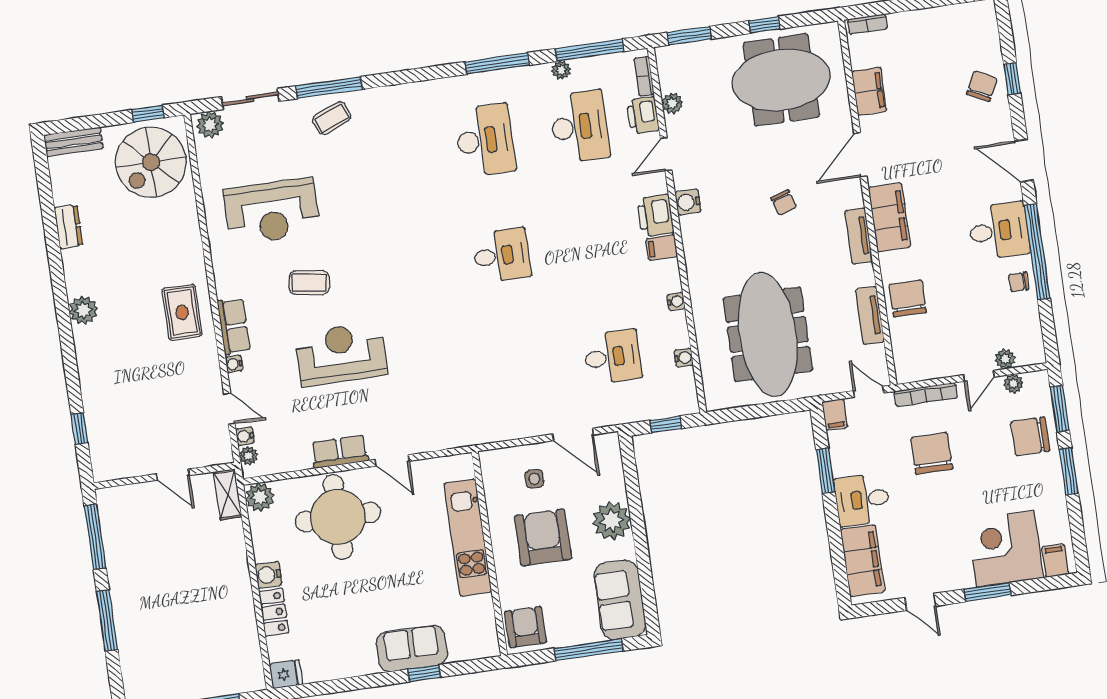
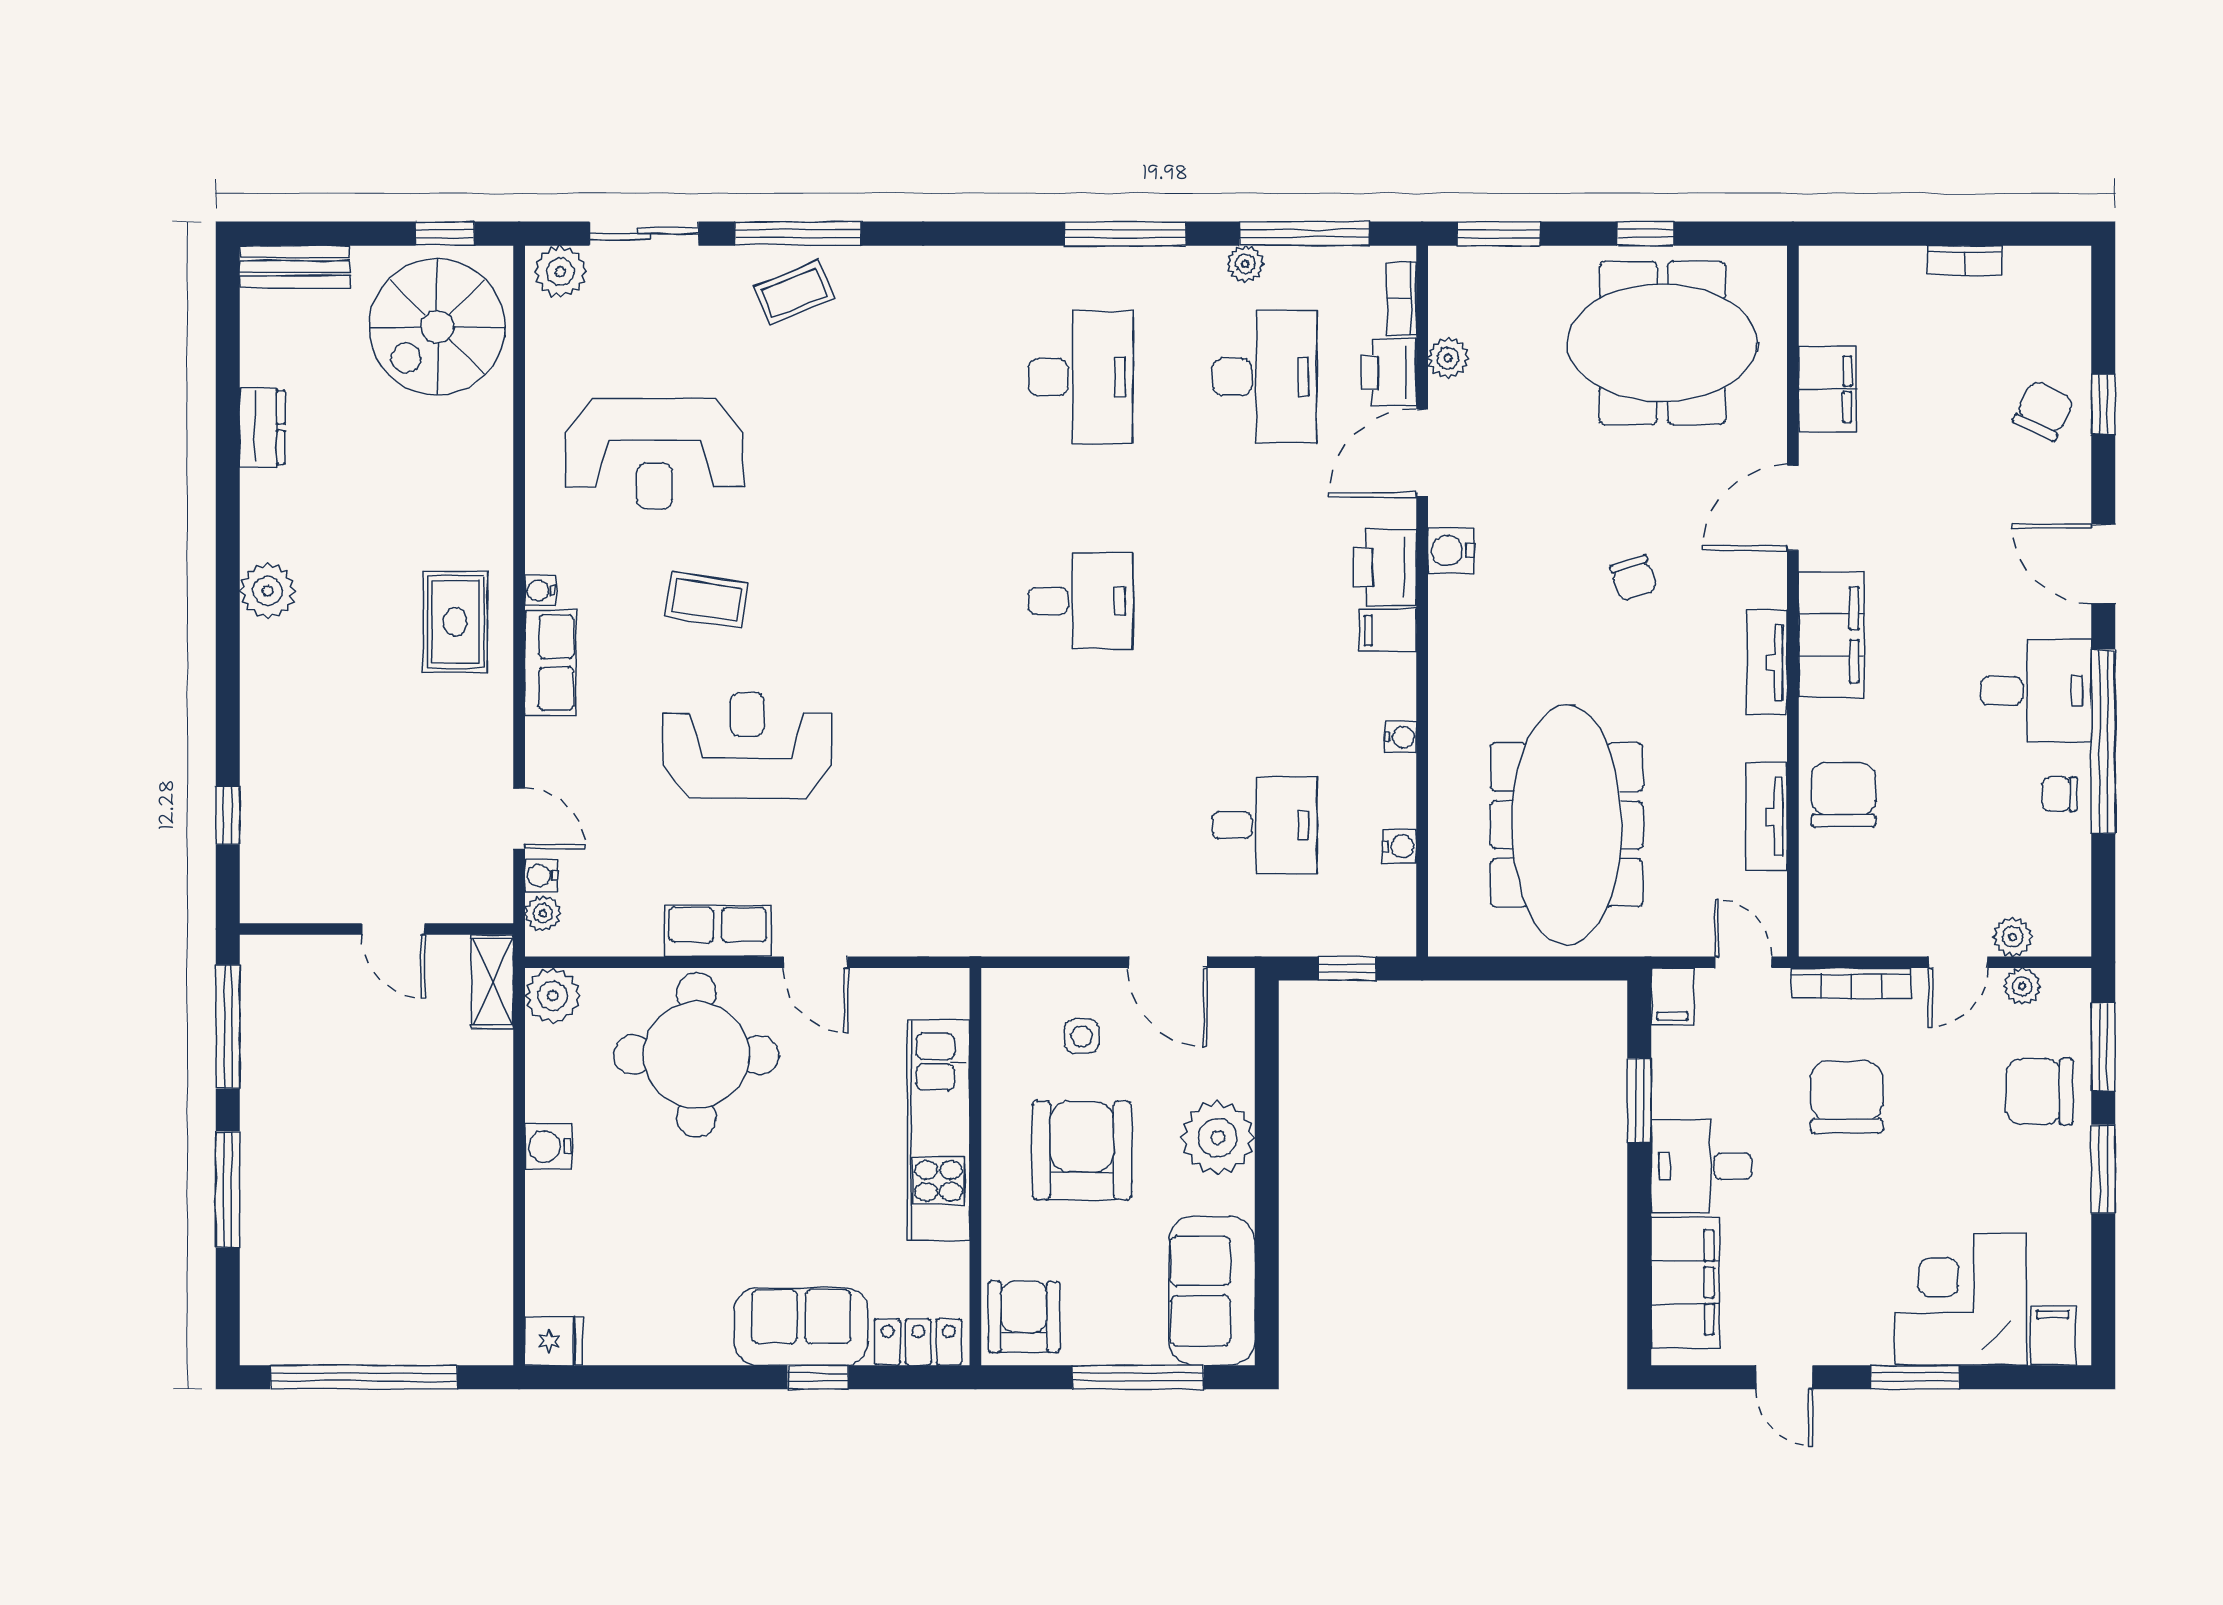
bookcase: (867, 24) -> (1965, 260), moved
door: (666, 154) -> (1422, 453), width x1.38
water cooler: (234, 364) -> (540, 590), moved
locker: (274, 612) -> (918, 1342), moved, turned -90

